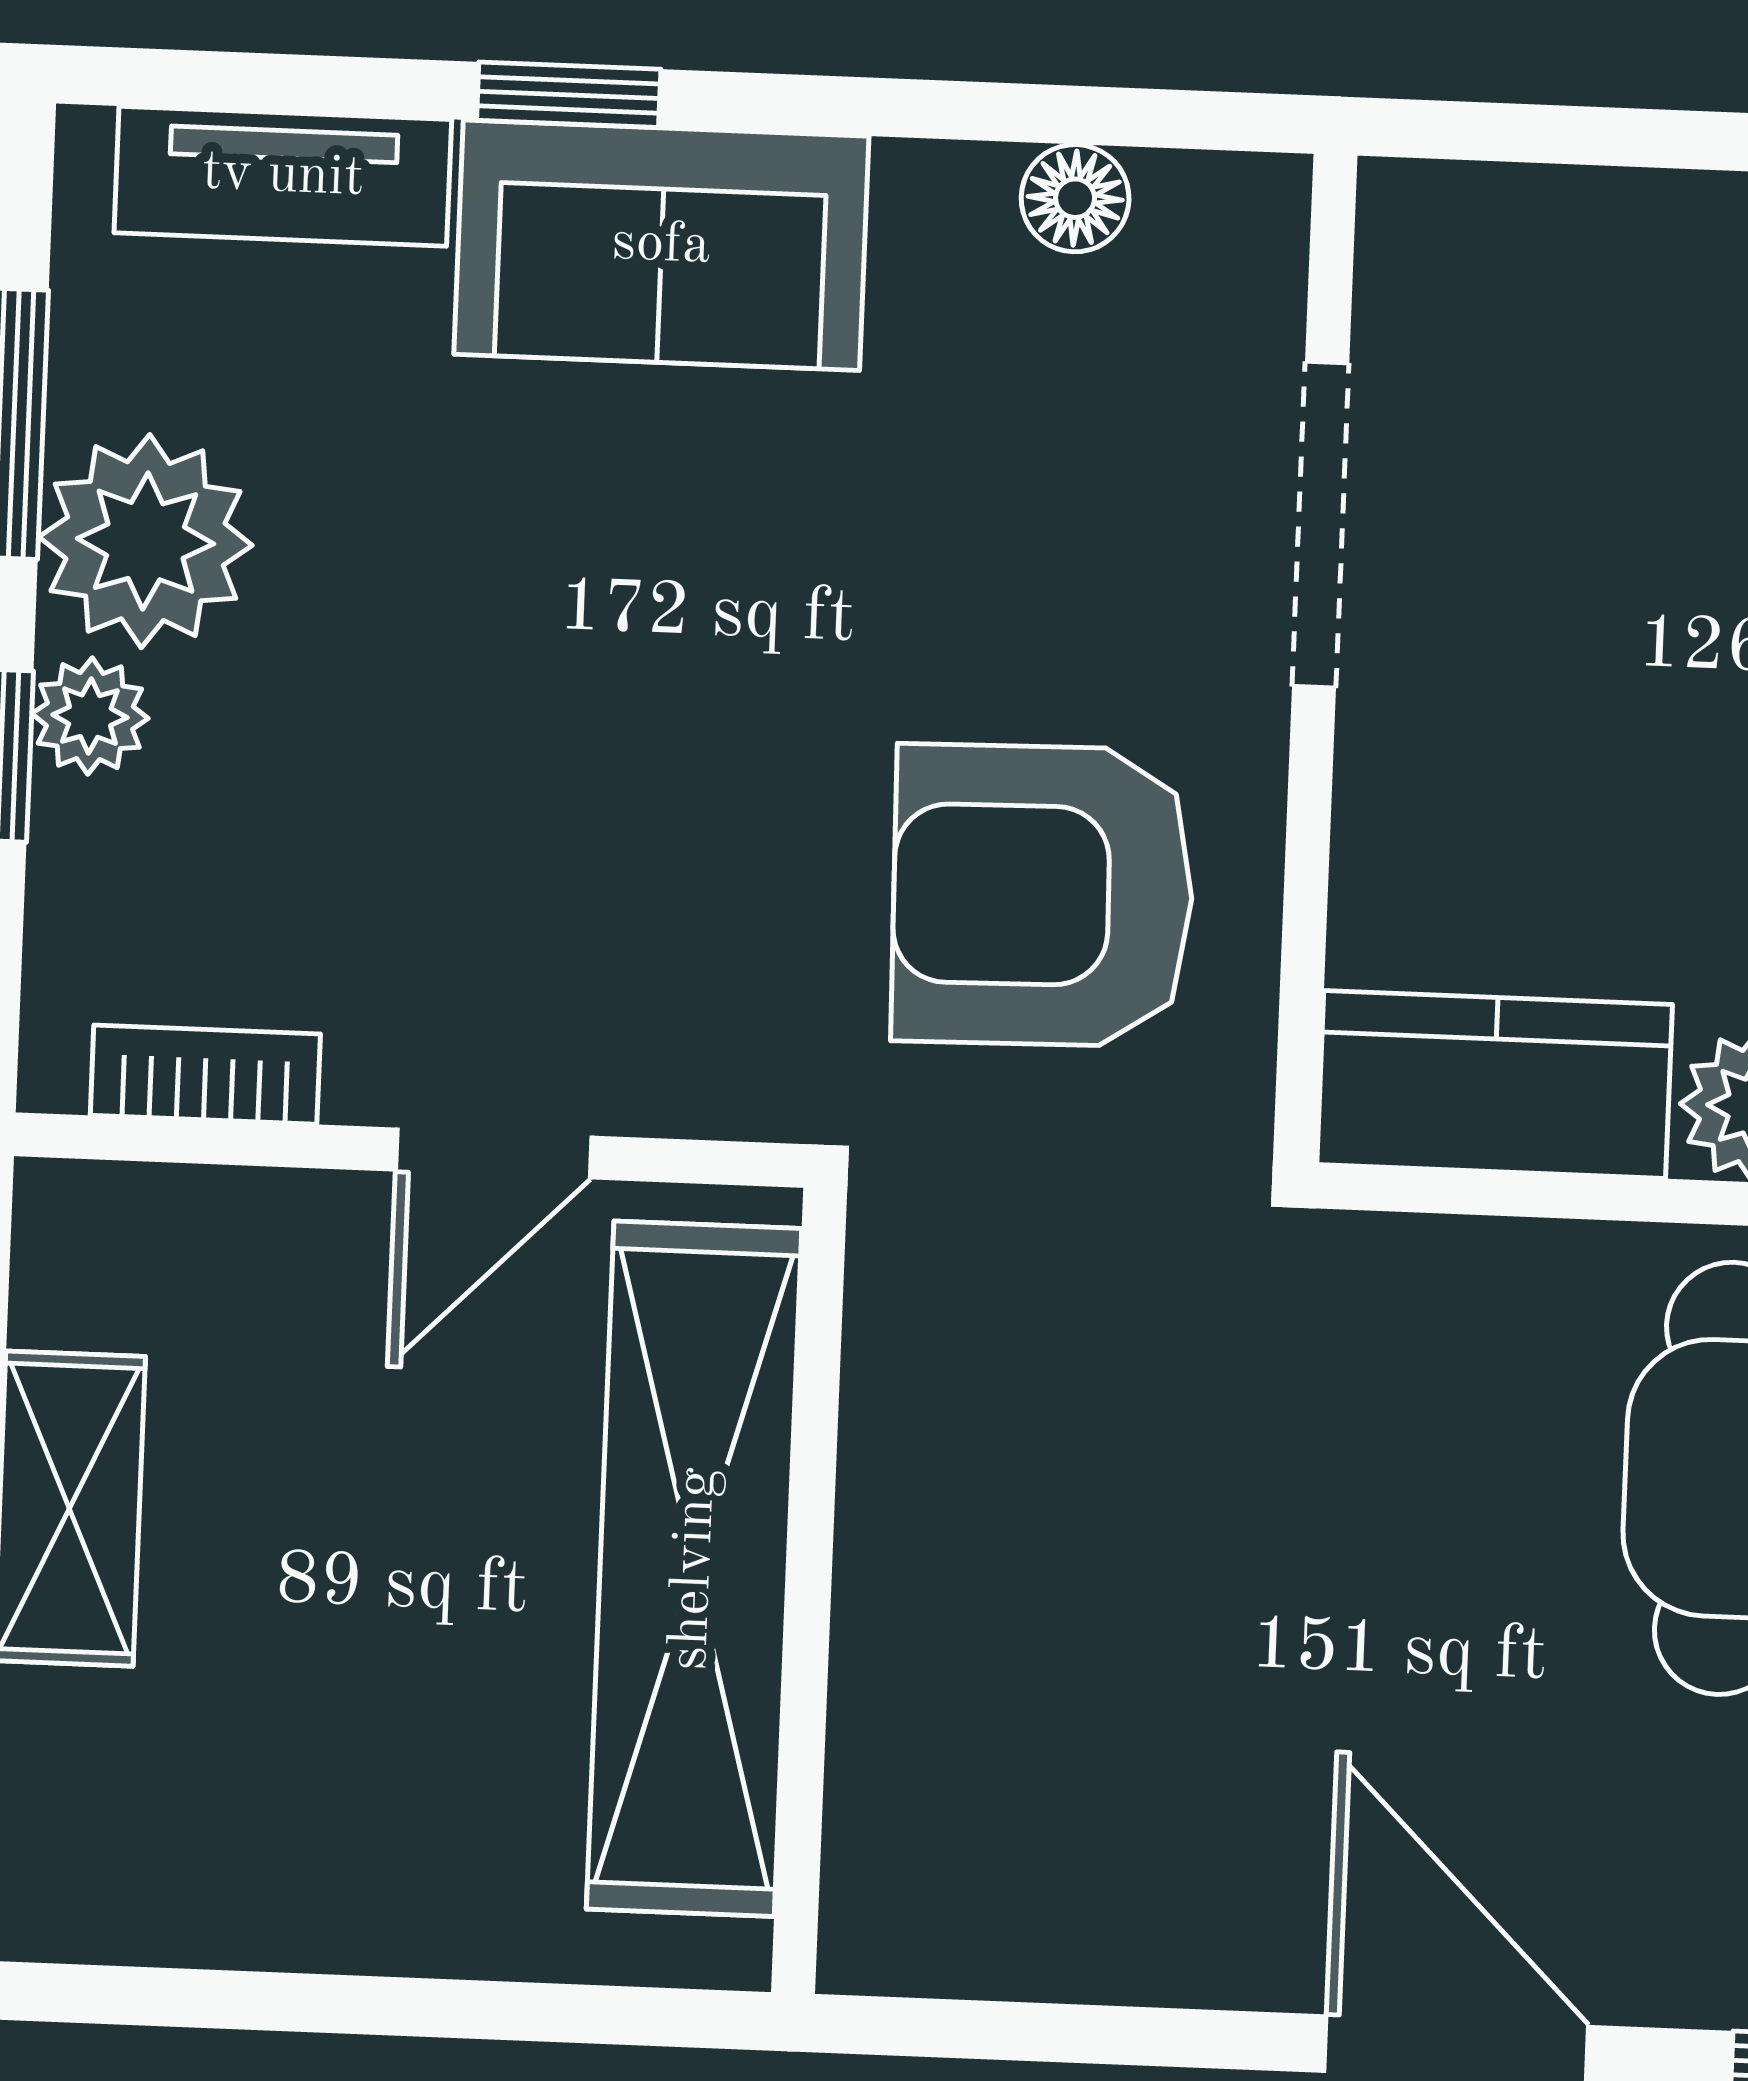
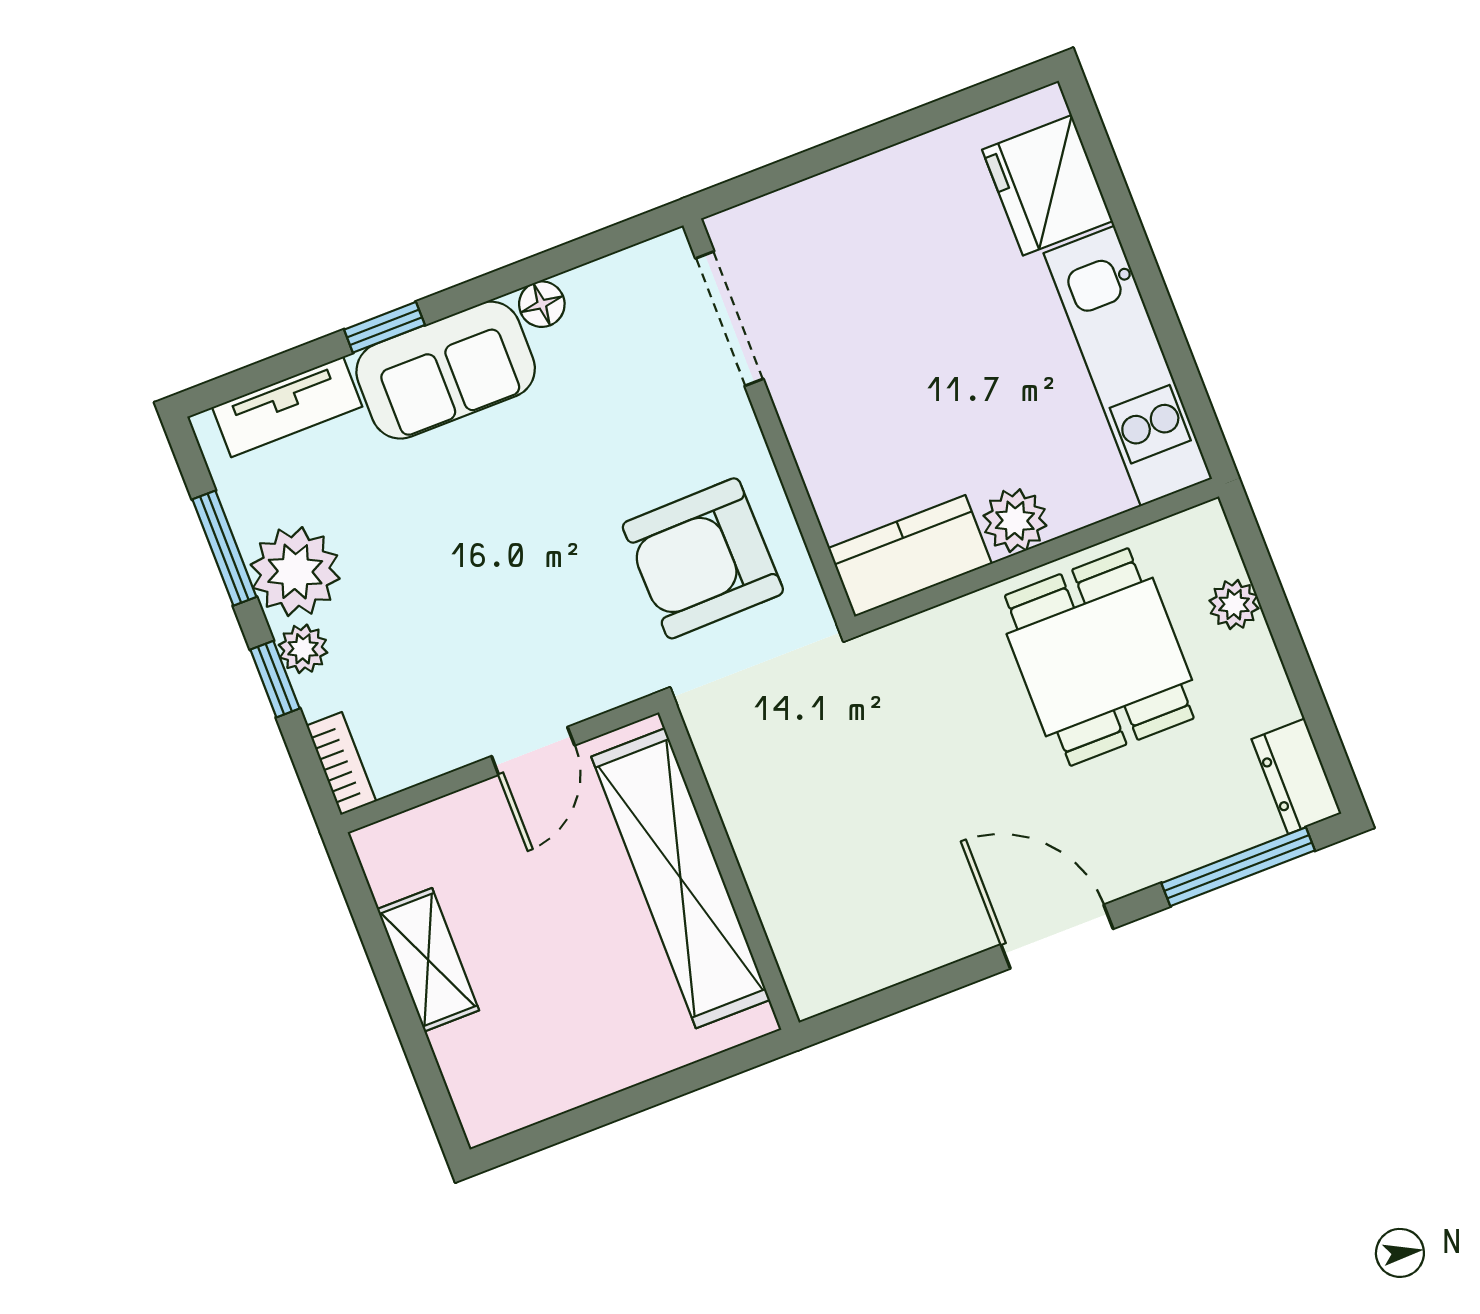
floor lamp: (1075, 198) -> (542, 304), moved
doorway: (1321, 525) -> (729, 319), moved
bookcase: (205, 1075) -> (341, 763), moved, turned 90

